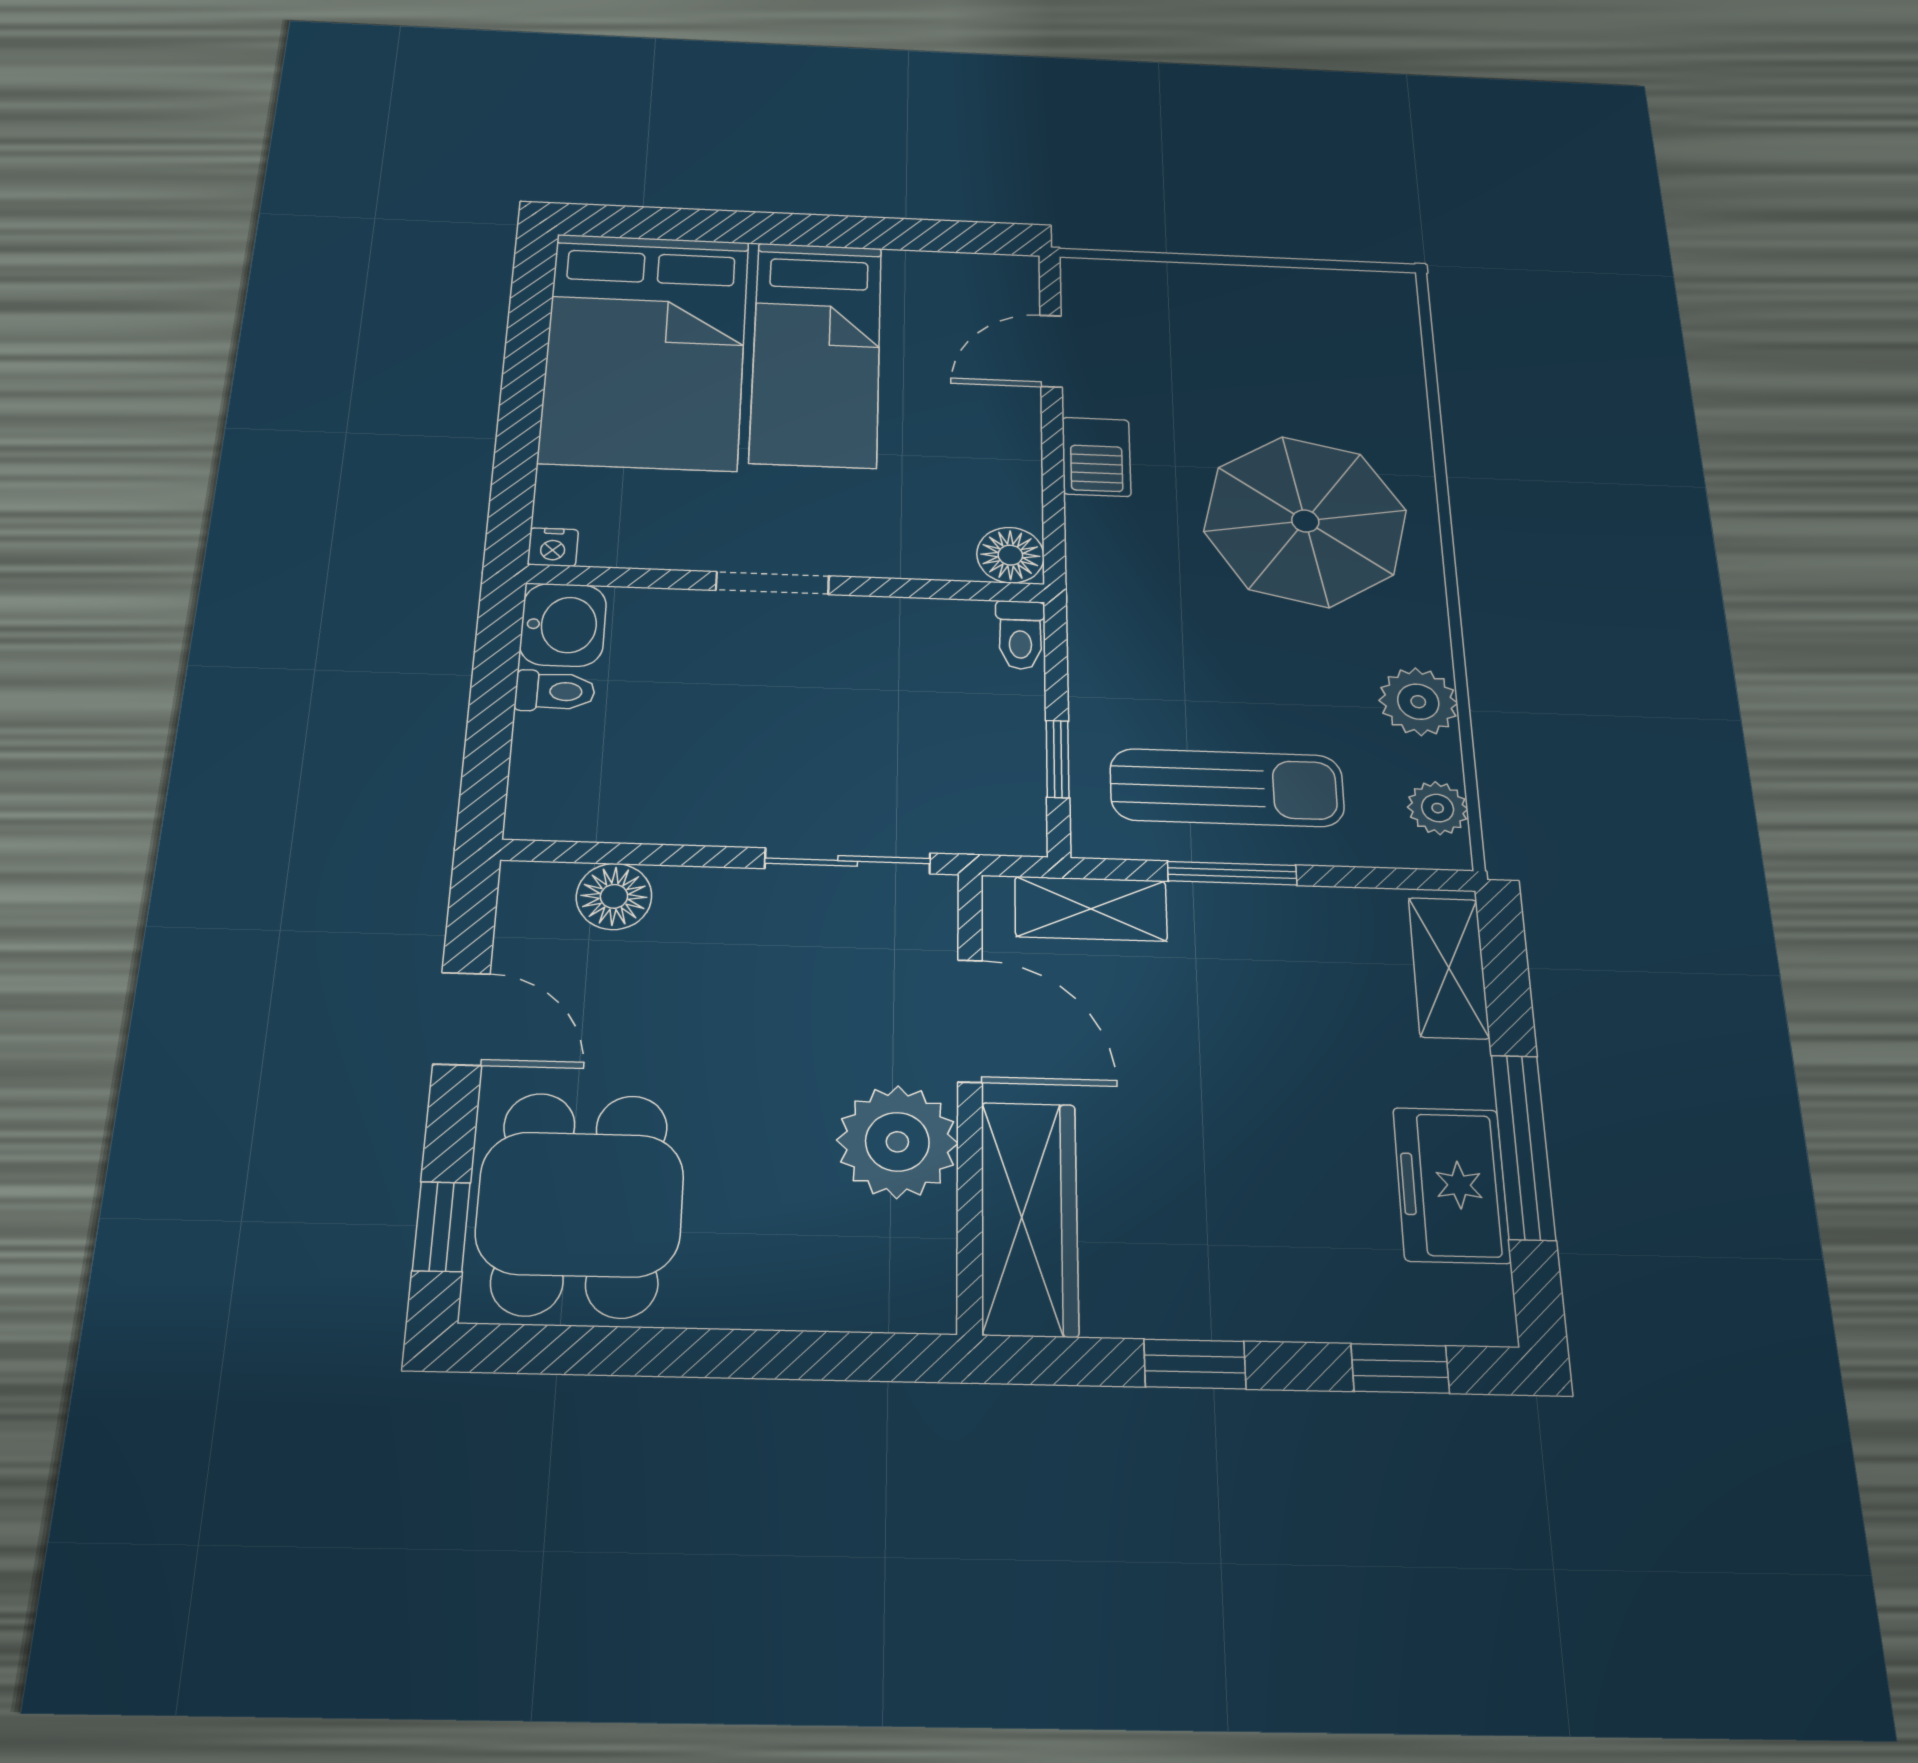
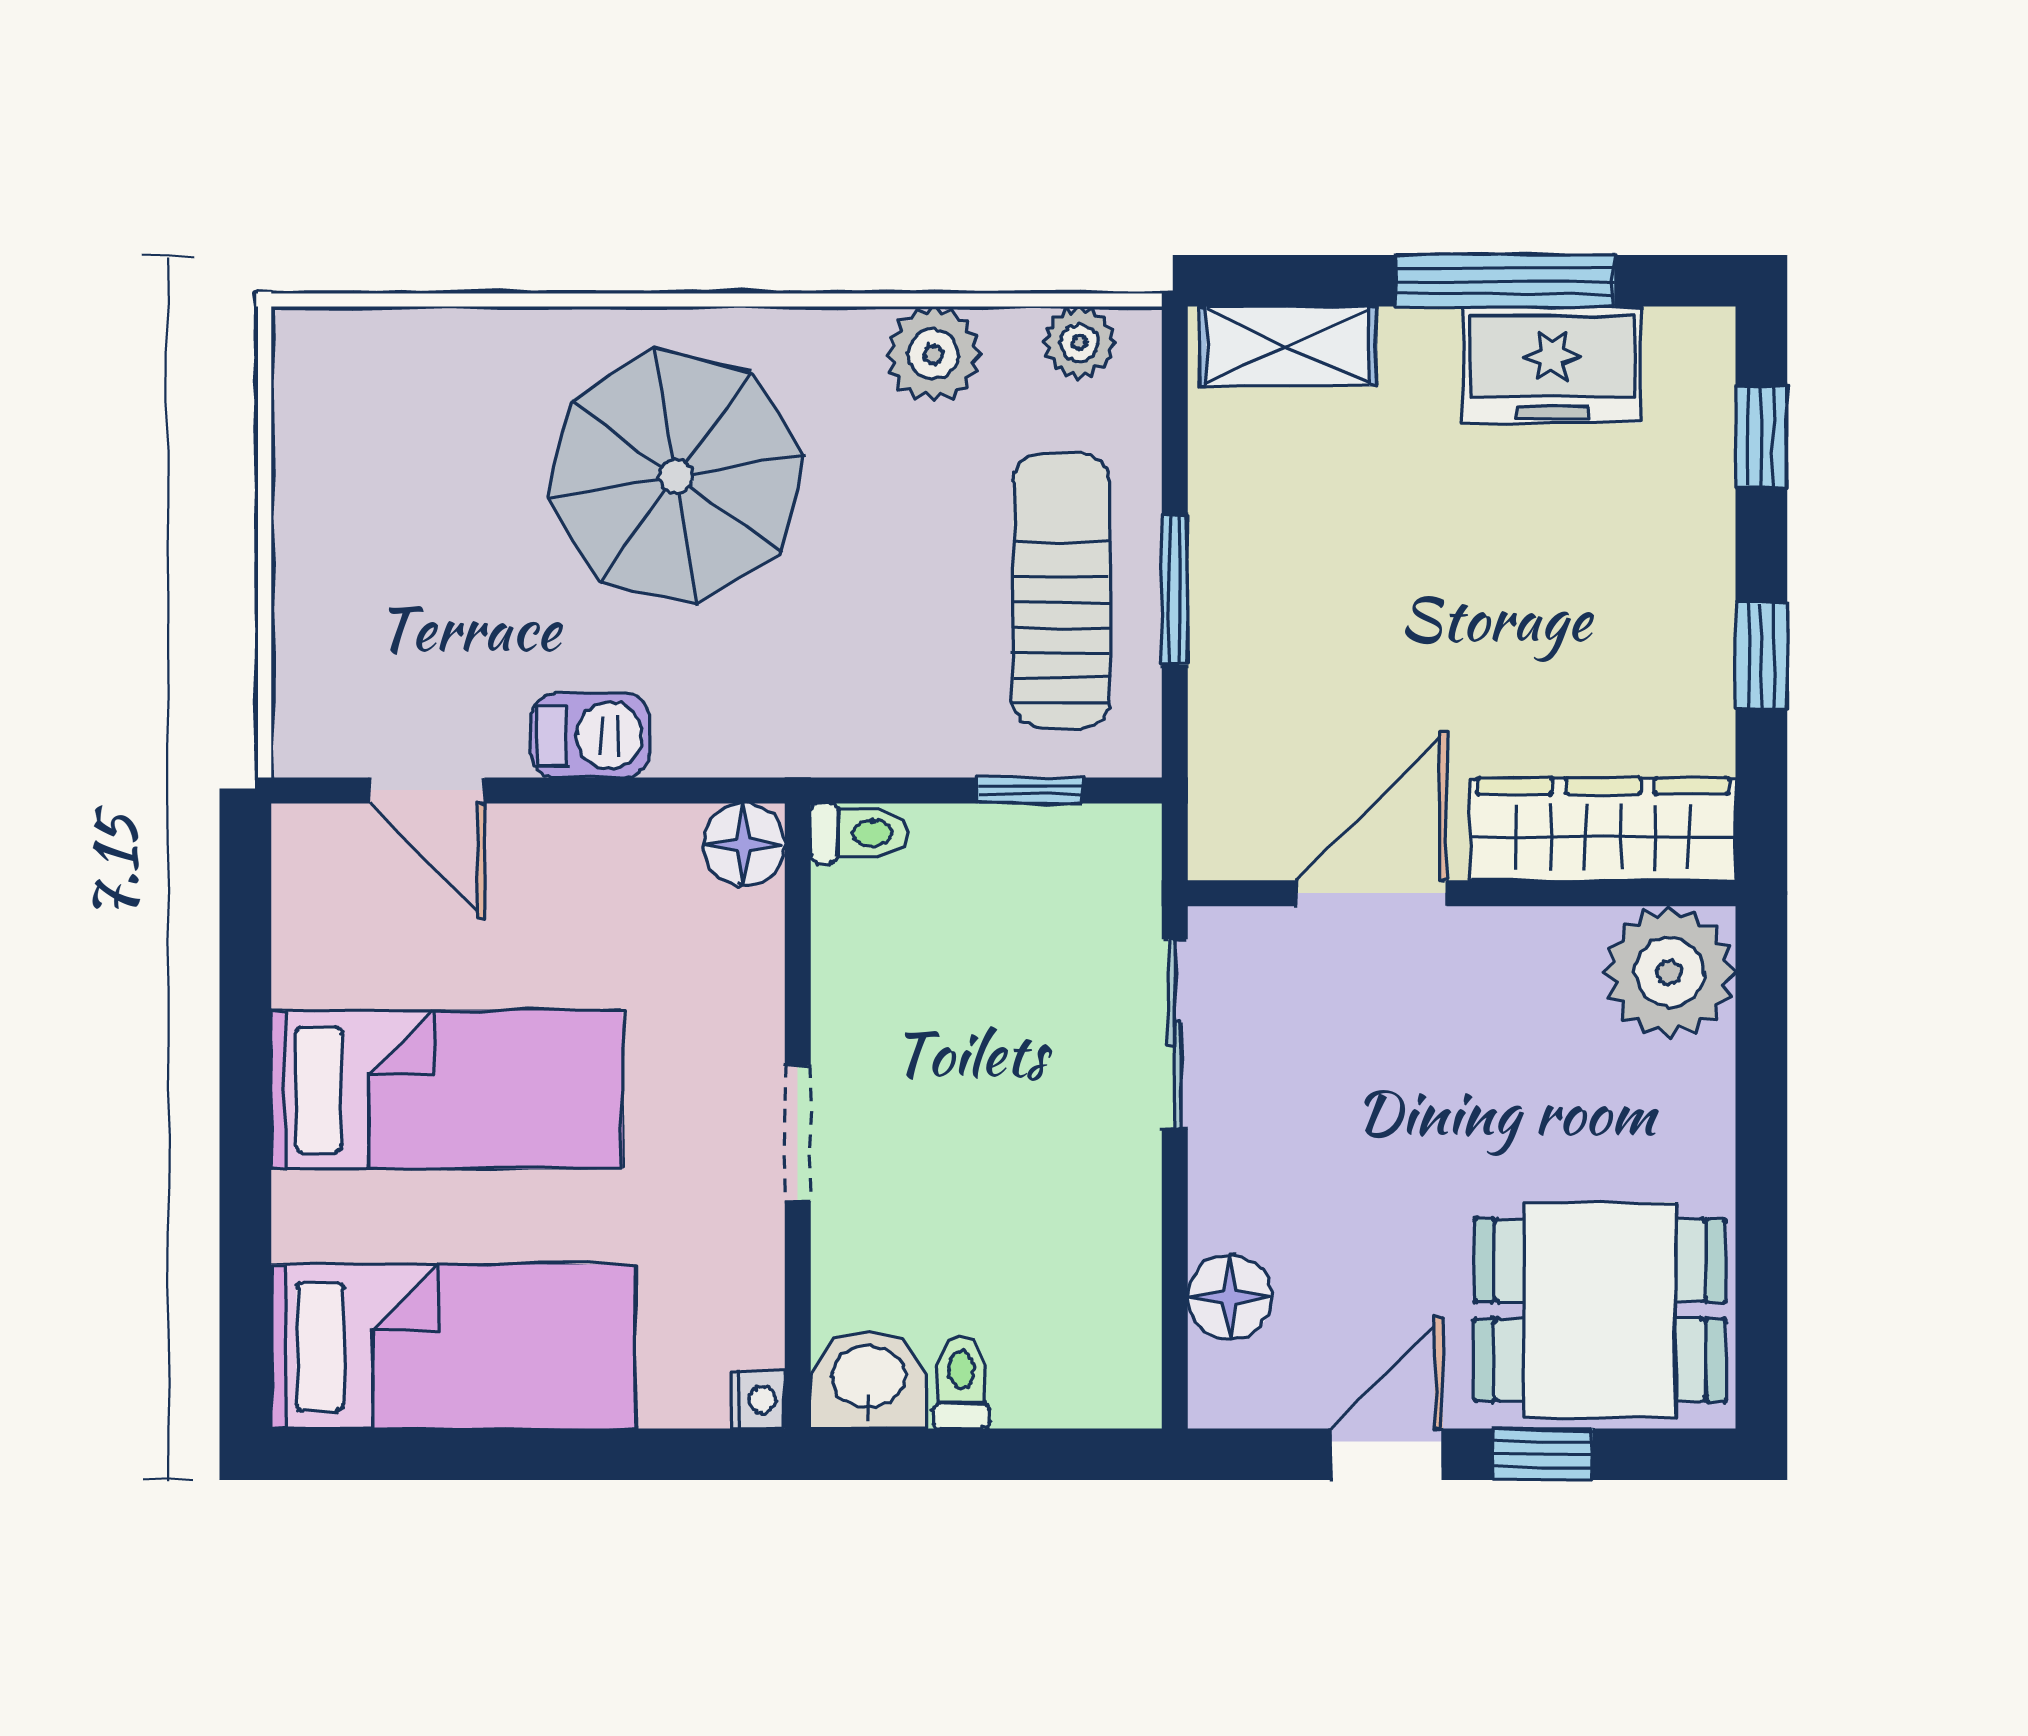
bed: (645, 350) -> (453, 1347), width x0.67
shelving: (1091, 909) -> (1227, 755), removed
plant: (897, 1142) -> (1670, 972), moved
window: (441, 1227) -> (1543, 1454), moved

